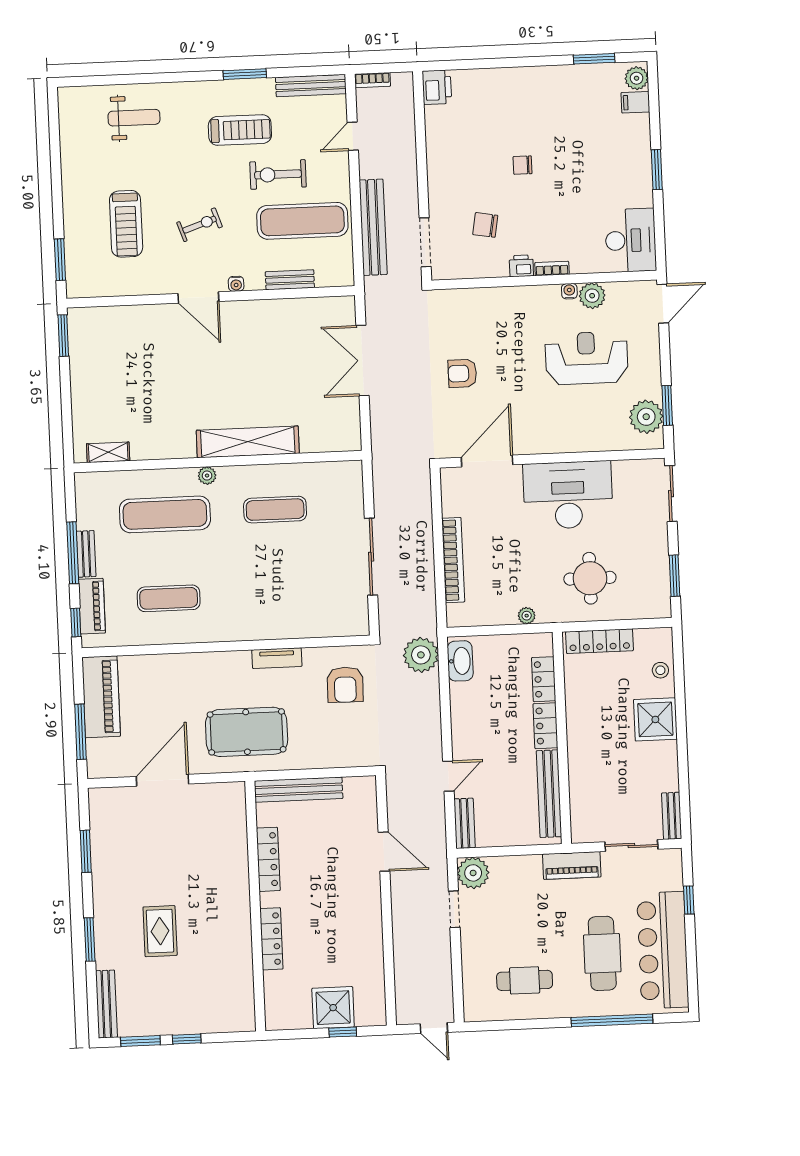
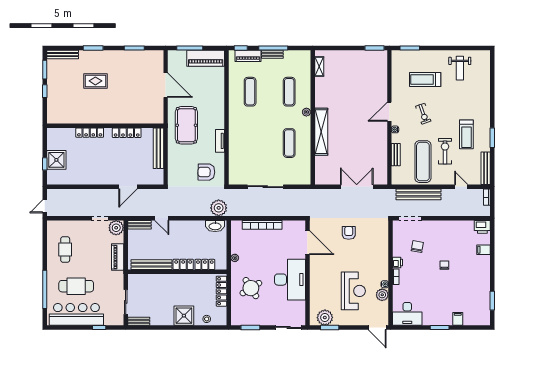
plant: (637, 78) -> (482, 320), removed
filing cabinet: (486, 82) -> (484, 250), added
filing cabinet: (635, 102) -> (458, 319), moved
weight bench: (134, 118) -> (460, 68), moved
exercise mat: (165, 514) -> (289, 92), width x0.73, depth x0.69
round table: (590, 578) -> (251, 288), turned -32
piano: (572, 866) -> (118, 257), moved

